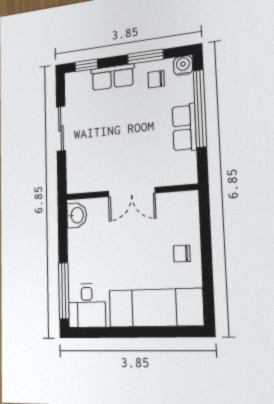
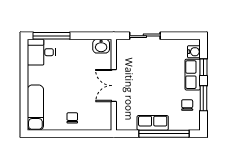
window: (86, 65) -> (203, 67), moved
water cooler: (183, 65) -> (194, 52), moved
sliding door: (61, 129) -> (145, 36), moved
exam couch: (156, 308) -> (35, 108), width x0.73, depth x0.69

